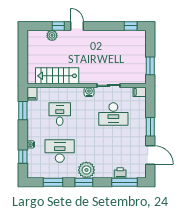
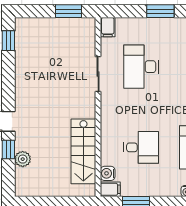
water cooler: (89, 92) -> (108, 173), moved
desk: (60, 114) -> (141, 147), turned 180
desk: (113, 114) -> (141, 67), turned 180

